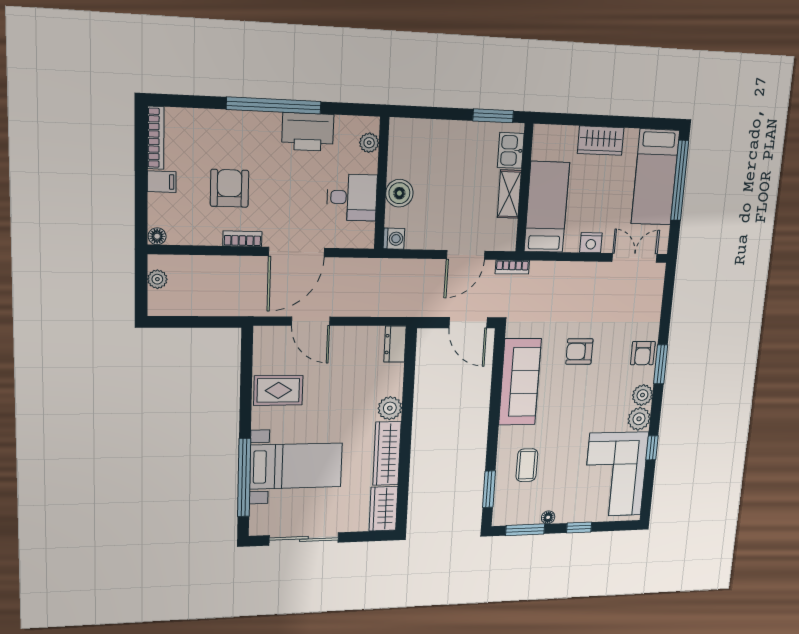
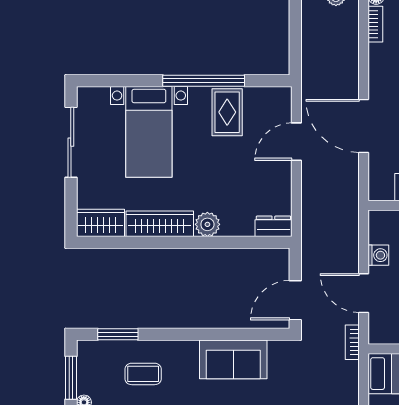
bookcase: (242, 239) -> (375, 24), moved
washing machine: (394, 239) -> (378, 255), moved, turned -90
sofa: (520, 382) -> (233, 359), width x0.73
window: (244, 478) -> (204, 81), moved

